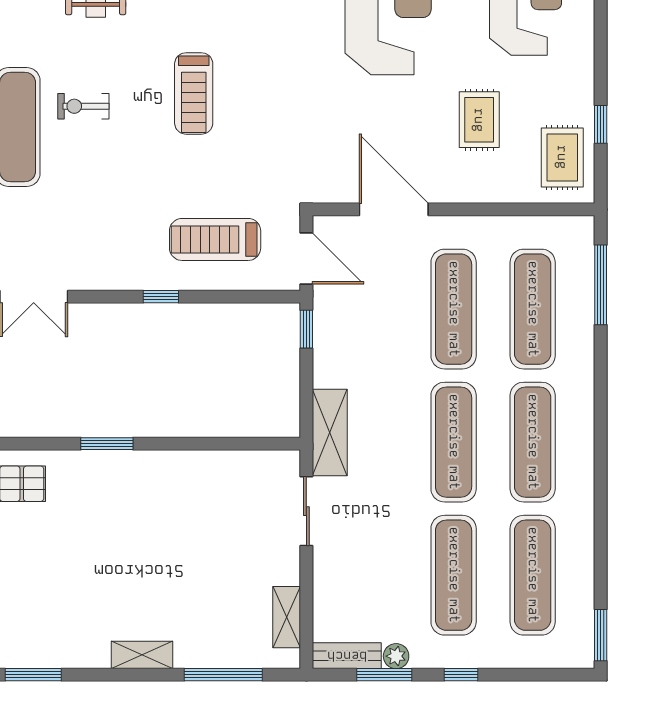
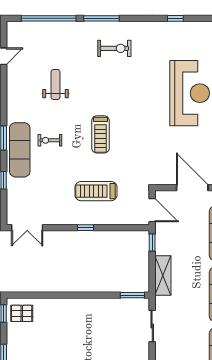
treadmill: (215, 239) -> (96, 191), moved
shelving: (330, 433) -> (163, 275), moved
window: (107, 444) -> (132, 295), moved

